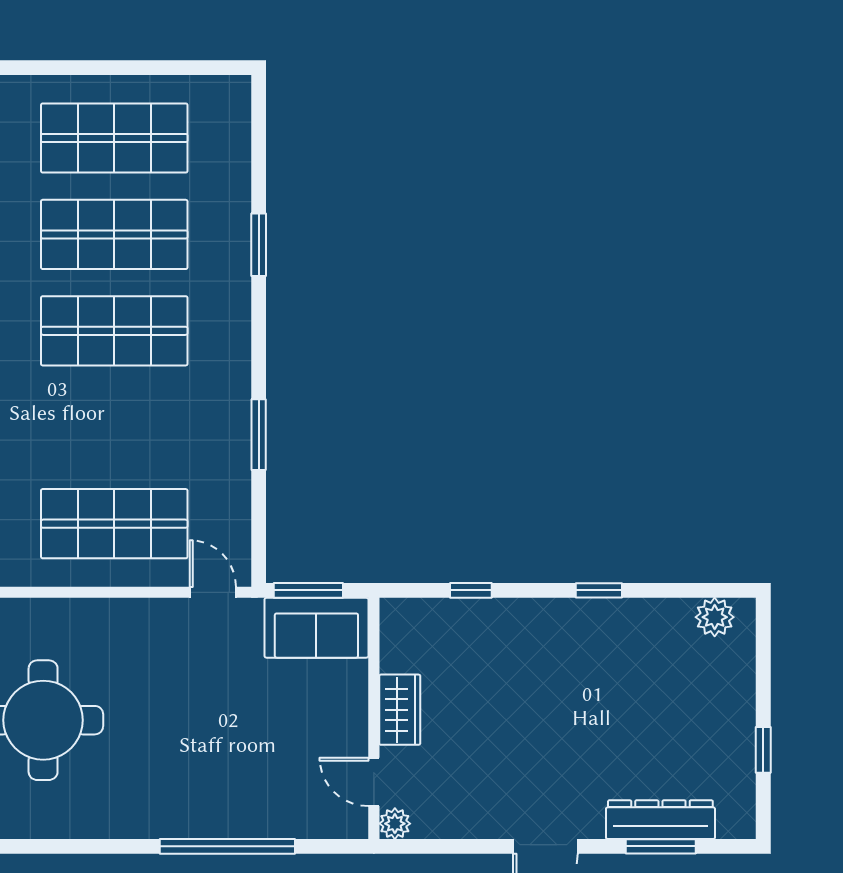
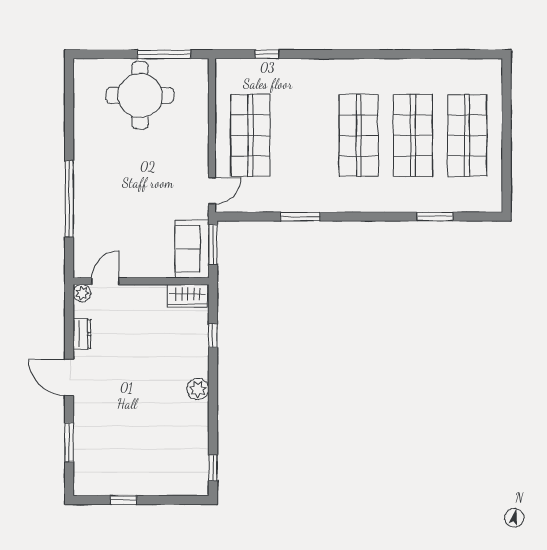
window: (259, 245) -> (435, 217), moved
window: (599, 590) -> (213, 468), moved
plant: (715, 617) -> (198, 389), moved
wardrobe: (400, 710) -> (188, 296), moved
dresser: (660, 820) -> (82, 334), moved, width x0.51, depth x0.80

